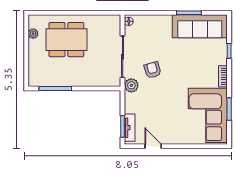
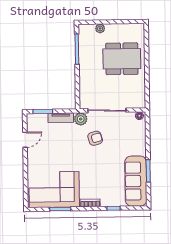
plant: (33, 34) -> (100, 28), moved
dining table: (66, 40) -> (122, 59), turned 90
tv unit: (130, 128) -> (61, 118), moved

